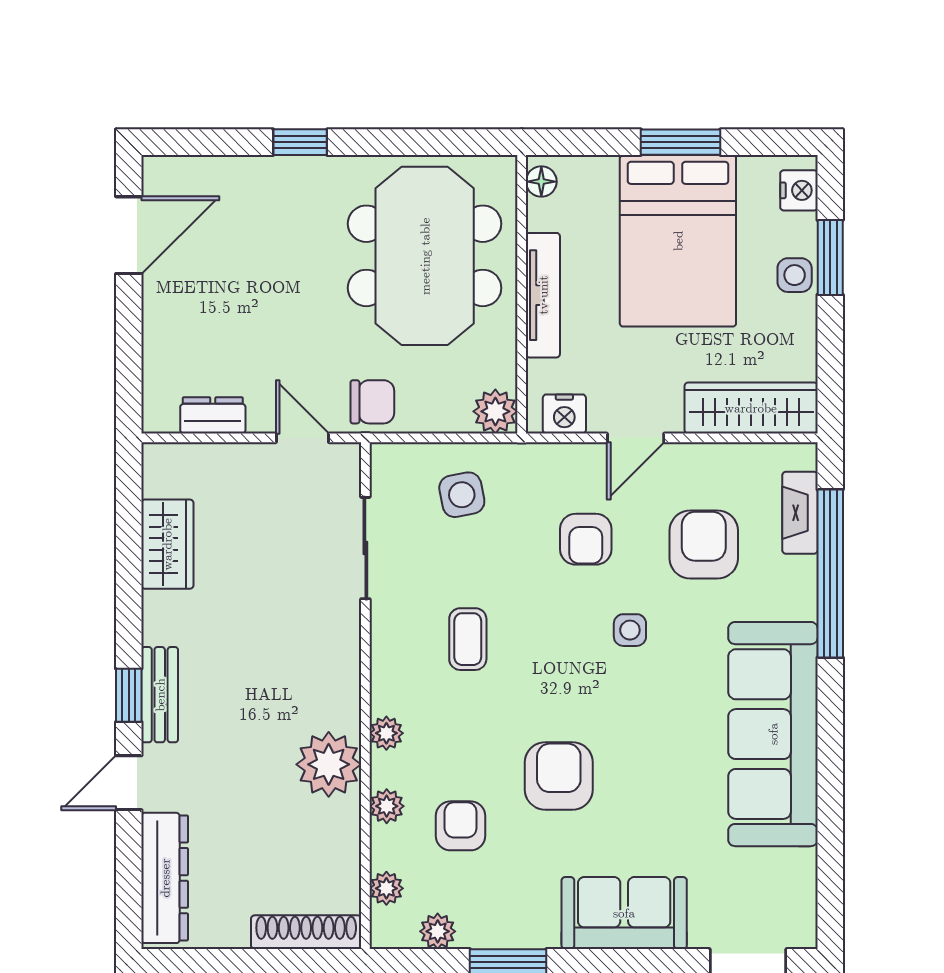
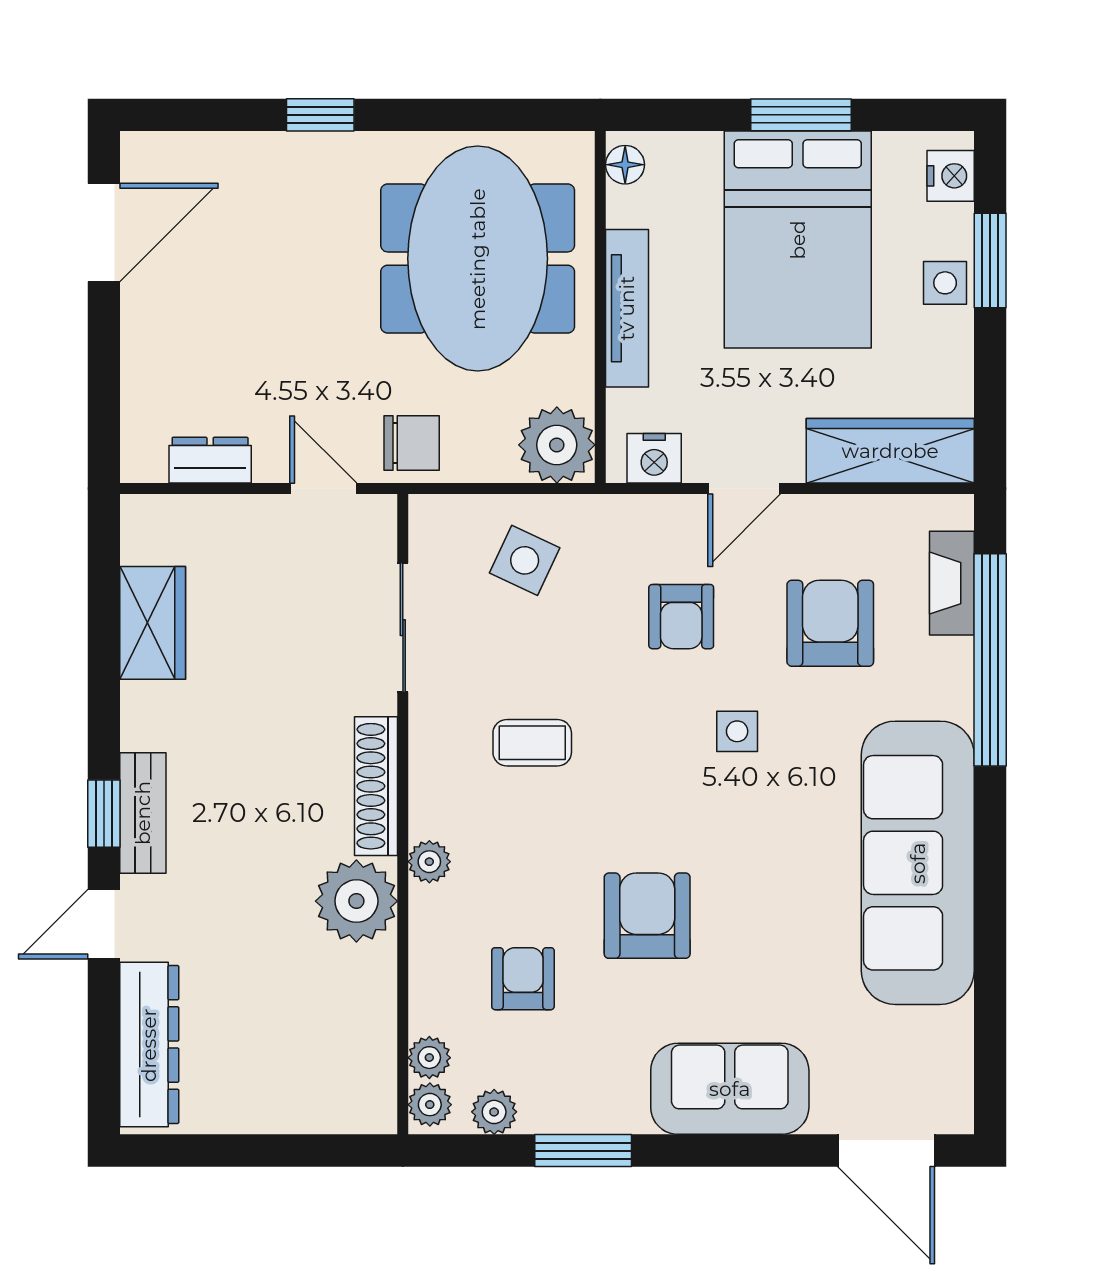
plant: (495, 411) -> (557, 445), width x1.36, depth x1.36
side table: (462, 495) -> (525, 560), turned 36
coffee table: (468, 639) -> (532, 743), turned 90
plant: (387, 806) -> (430, 1105), moved
shoe rack: (306, 932) -> (376, 786), moved, turned -90

